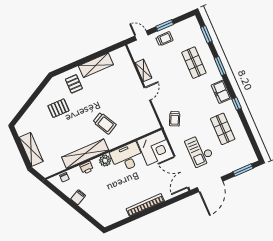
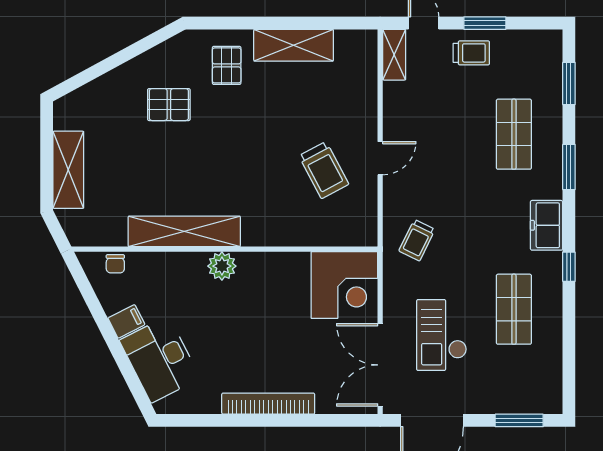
shelving: (143, 70) -> (394, 55), moved
trolley: (105, 123) -> (324, 170), moved
desk: (127, 157) -> (160, 359), moved, turned -117
printer: (87, 168) -> (174, 264), removed

